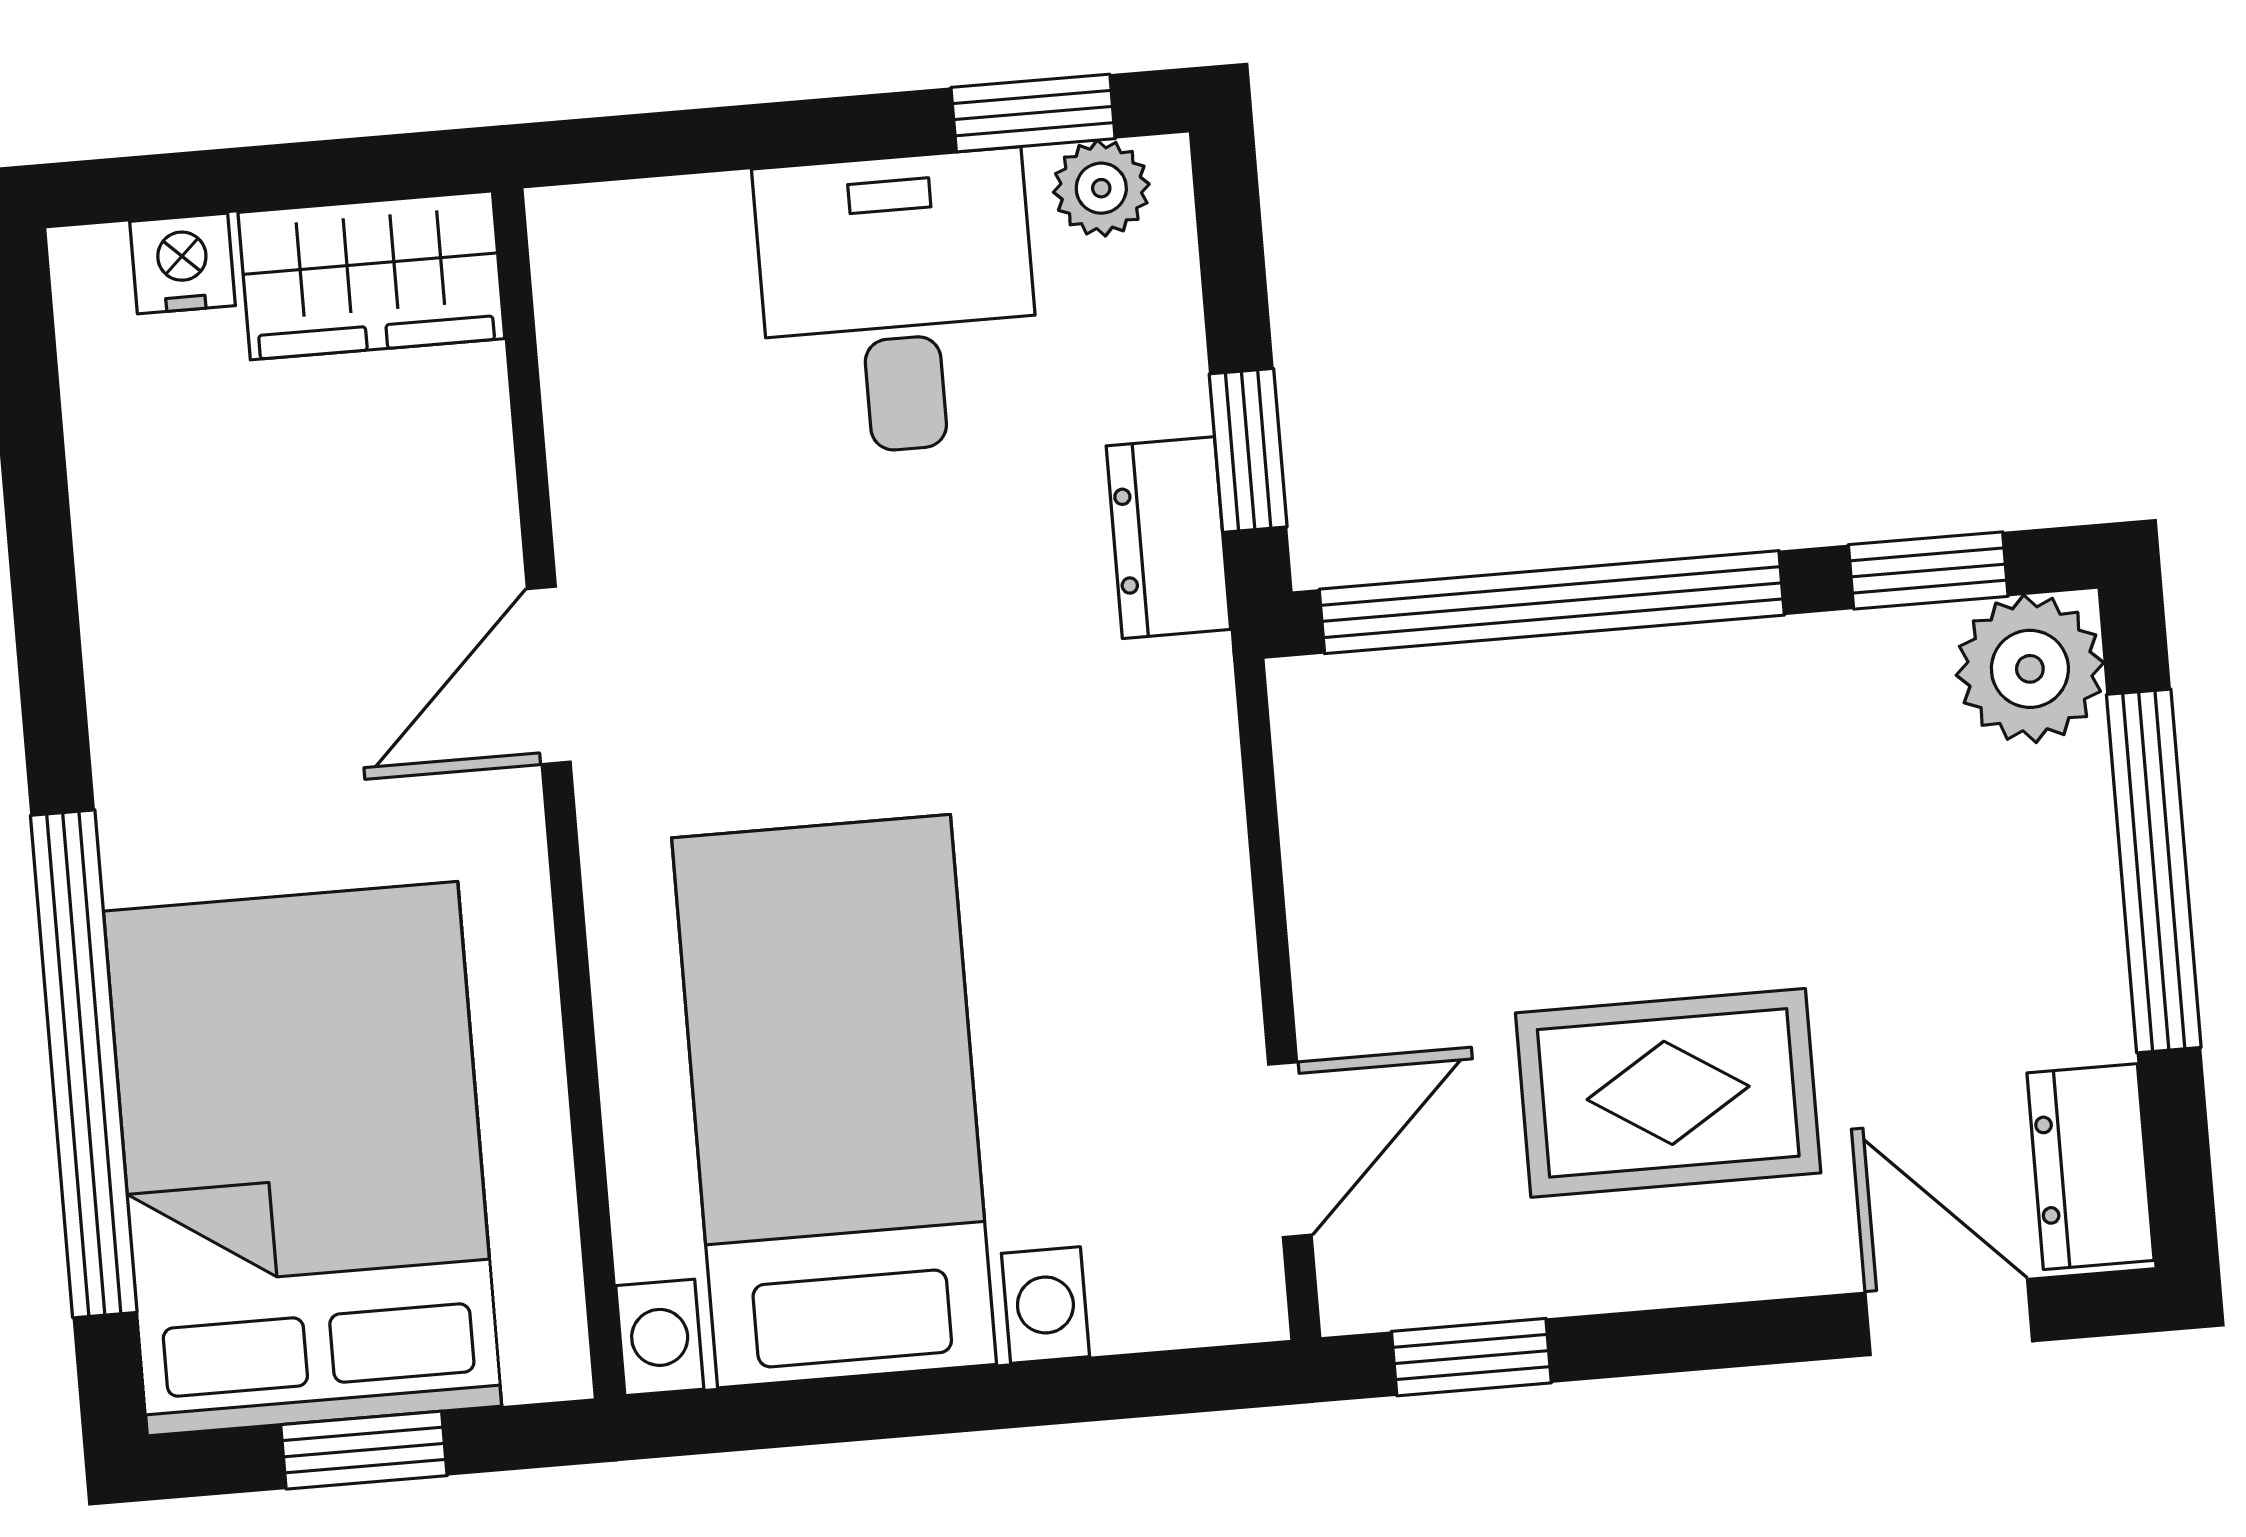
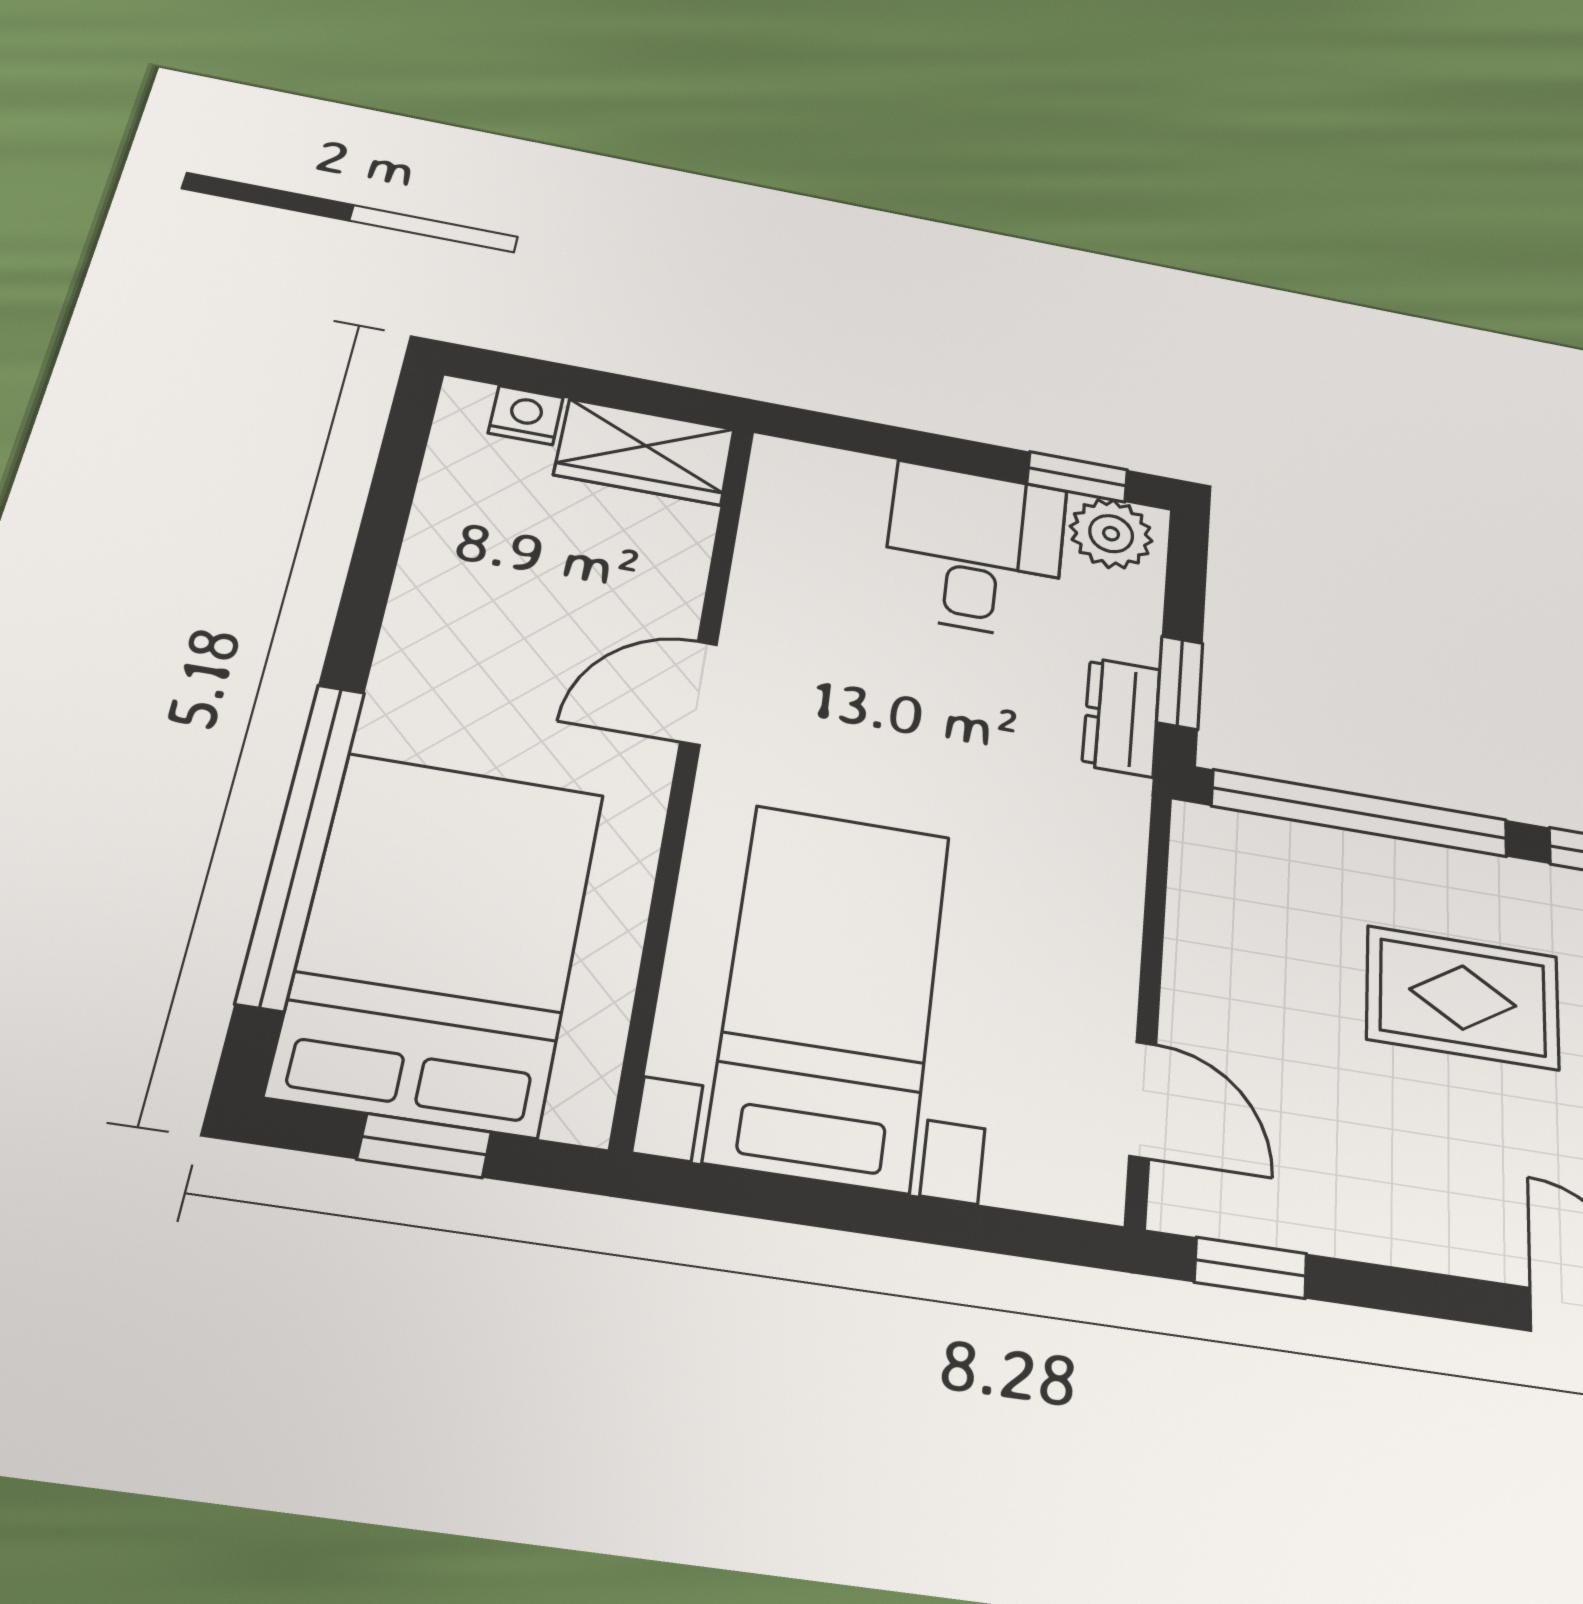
plant: (1101, 188) -> (1111, 534), width x1.38, depth x1.38
rug: (1668, 1093) -> (1463, 998), moved
door: (1290, 1150) -> (1143, 1100), hinge flipped

